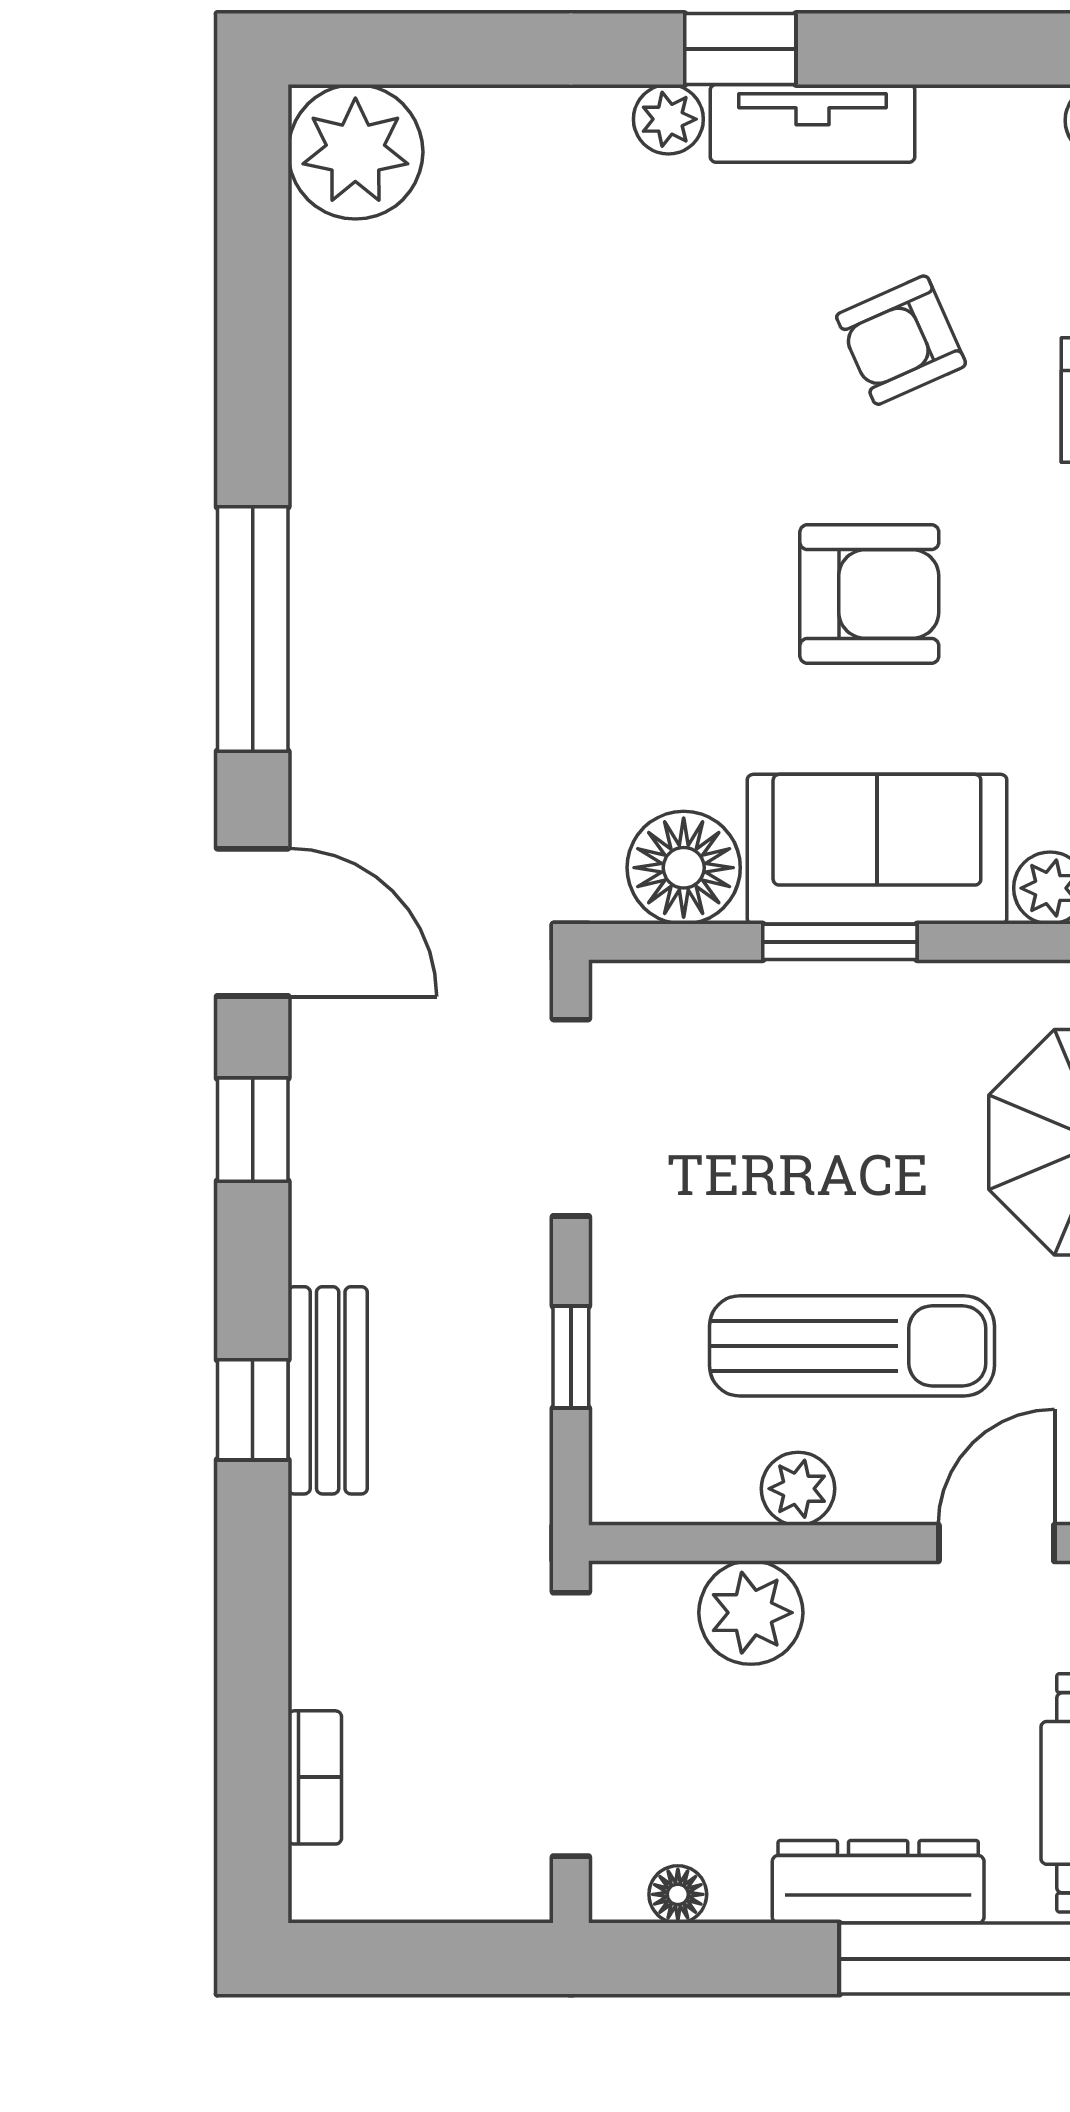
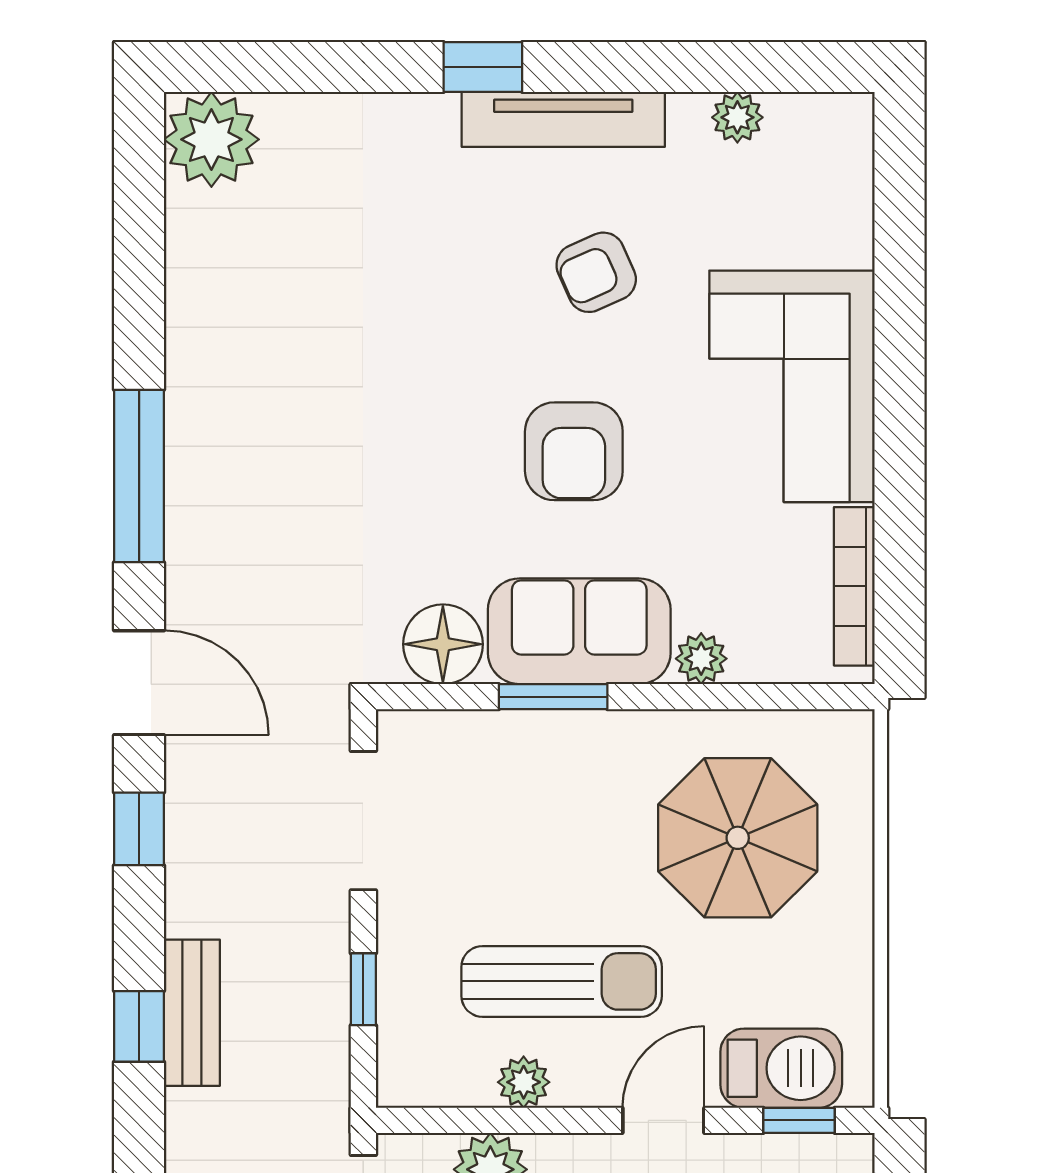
plant: (668, 119) -> (432, 117), removed
tv unit: (813, 123) -> (563, 119), width x1.41
armchair: (869, 594) -> (574, 451), turned 90

